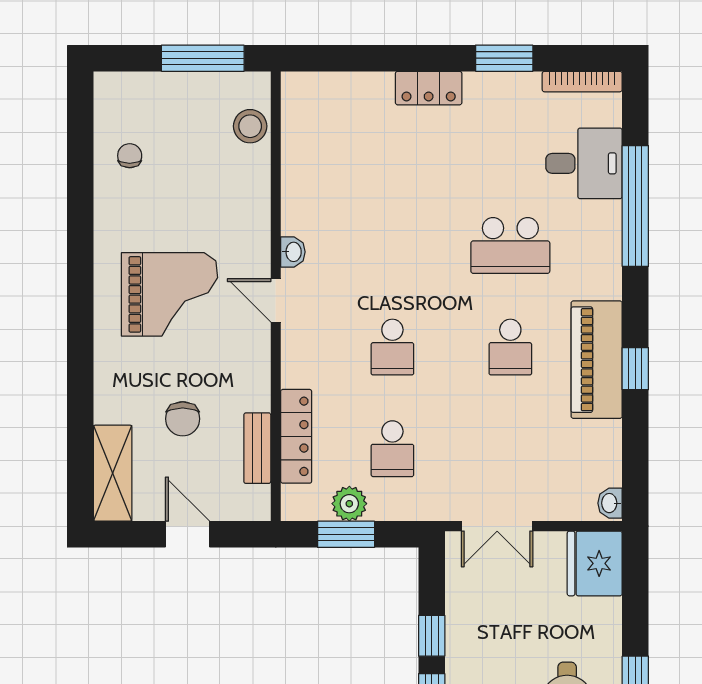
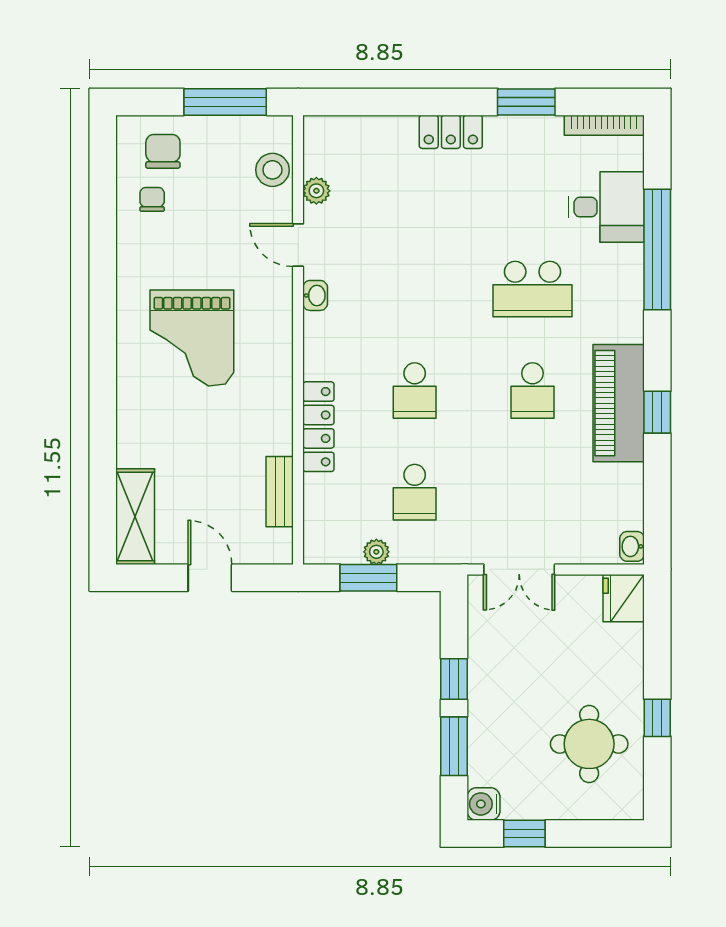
plant: (294, 147) -> (316, 191), added
grand piano: (170, 294) -> (192, 338), turned 90
door: (276, 300) -> (298, 245), moved
chair: (183, 419) -> (163, 151), moved, turned 180
locker: (296, 436) -> (318, 427), moved
plant: (349, 504) -> (376, 552), width x0.73, depth x0.73
fridge: (595, 563) -> (624, 598), width x0.73, depth x0.75

